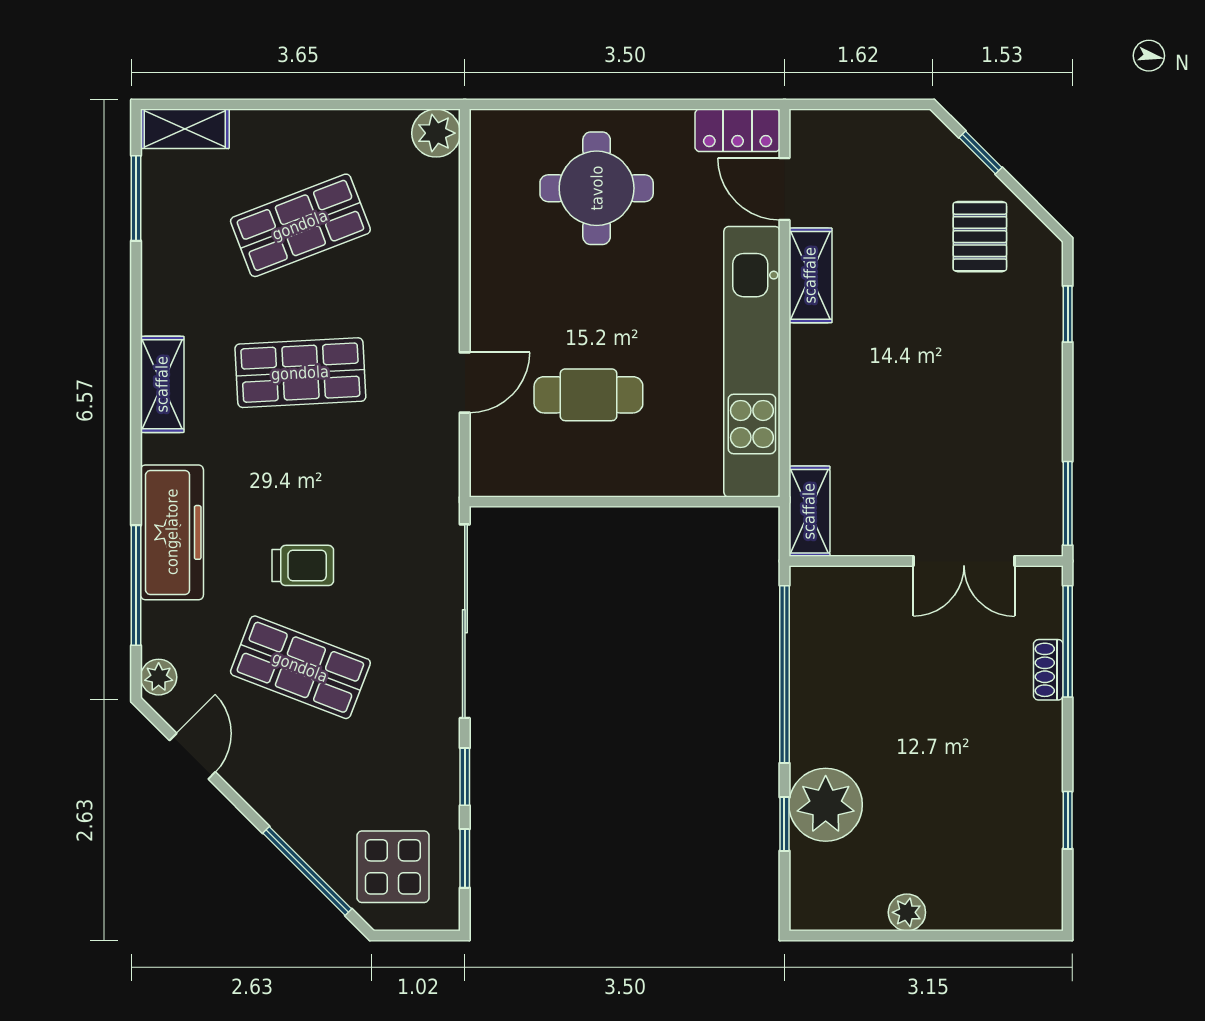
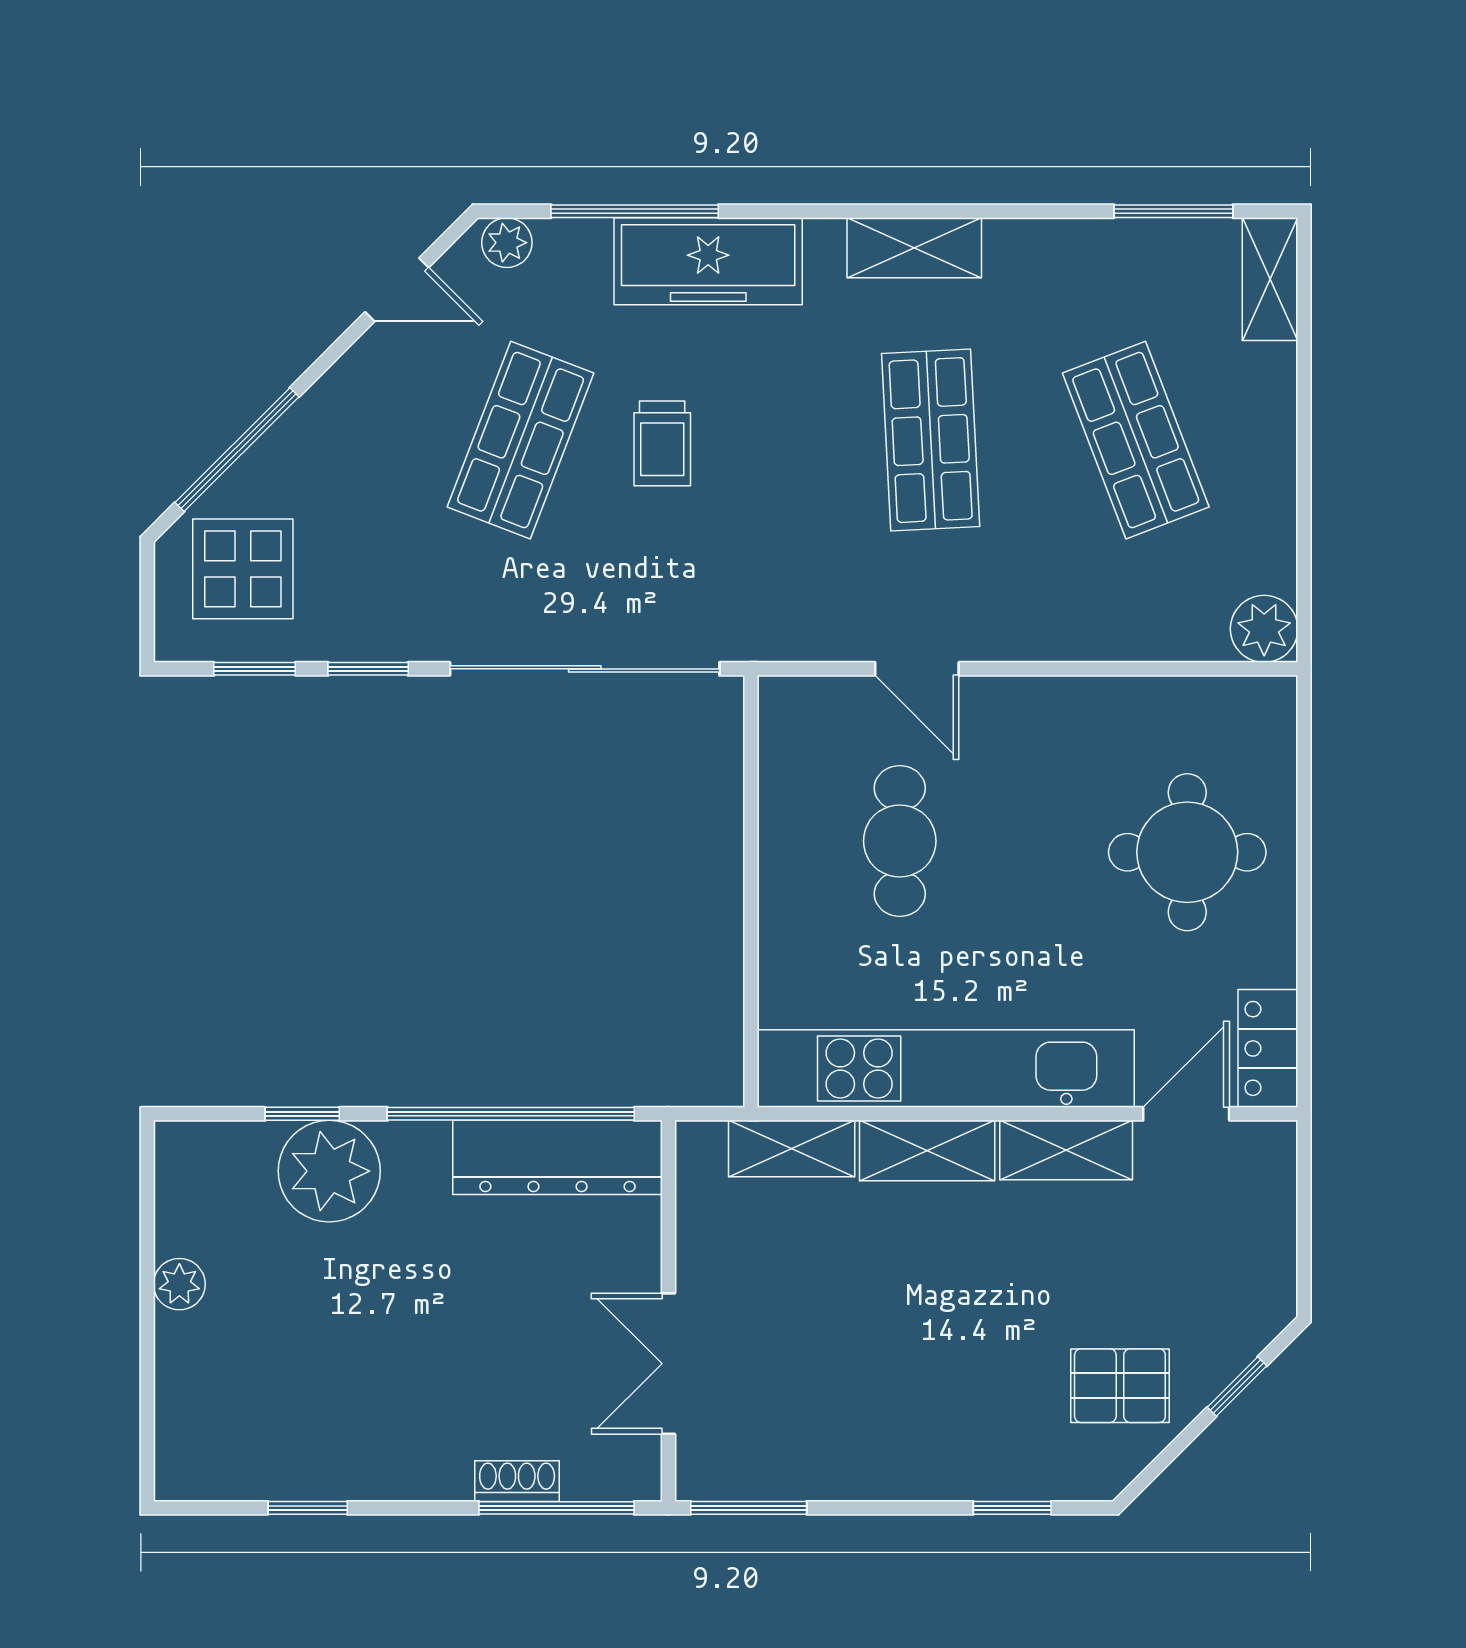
shelving: (811, 375) -> (927, 1151), added
shelving: (809, 511) -> (792, 1148), moved
dresser: (816, 641) -> (557, 1157), added

